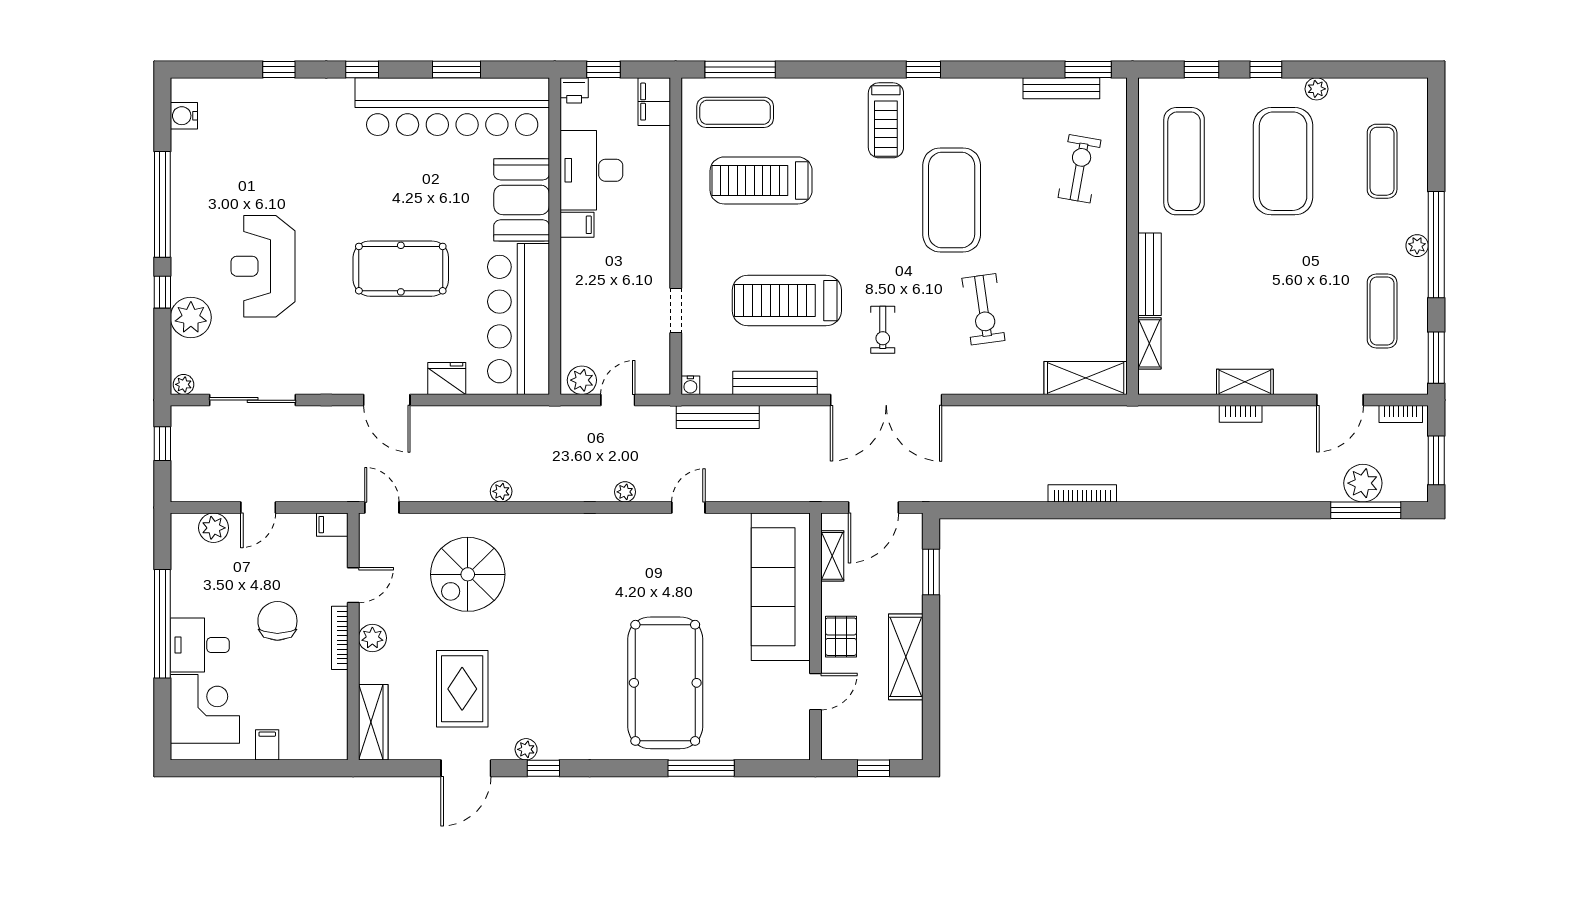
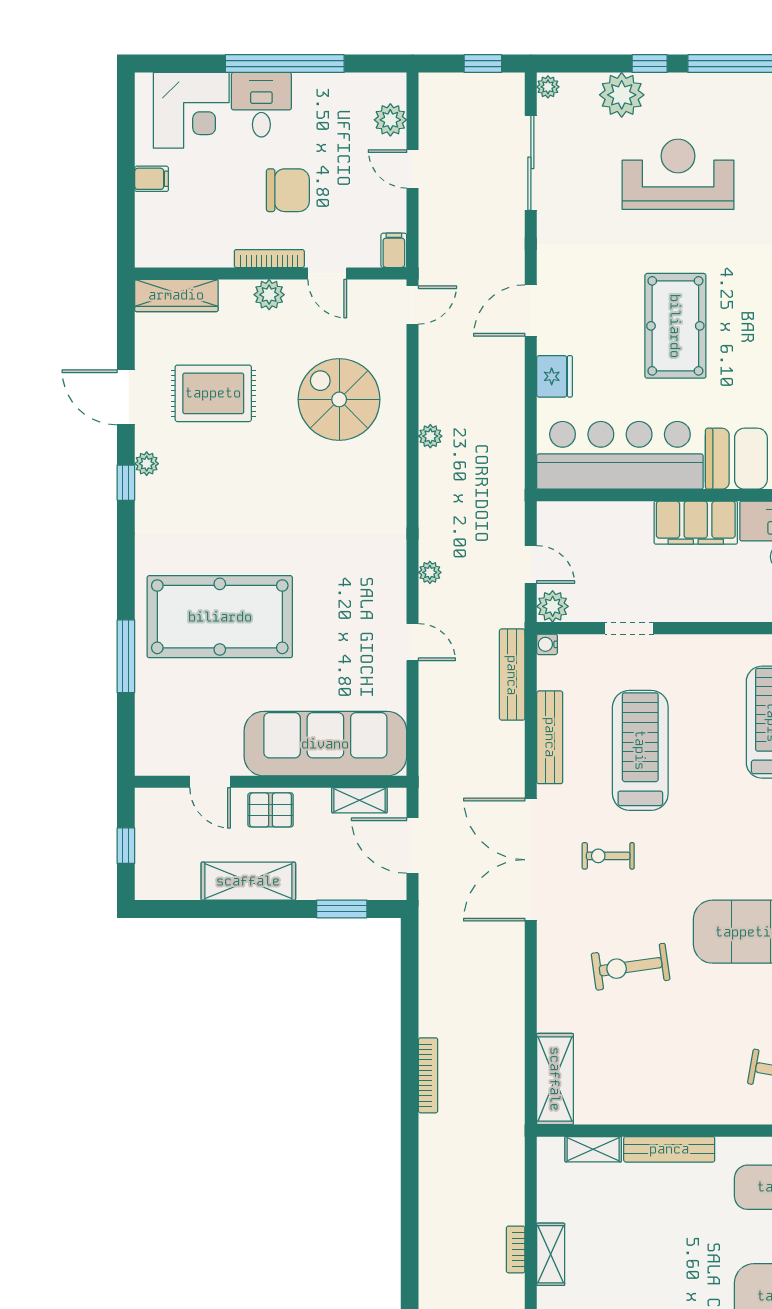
filing cabinet: (577, 225) -> (696, 523), width x3.00, depth x1.17
plant: (582, 380) -> (553, 606), moved

